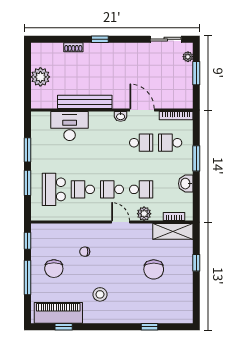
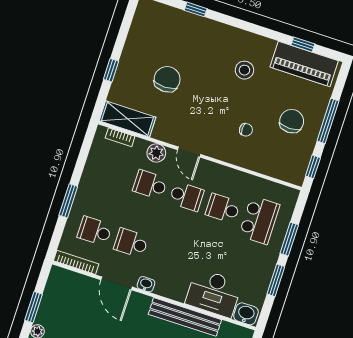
school desk: (170, 143) -> (95, 231), turned 180
washbasin: (186, 184) -> (246, 314), moved, turned -90
school desk: (83, 189) -> (223, 208), turned 180

